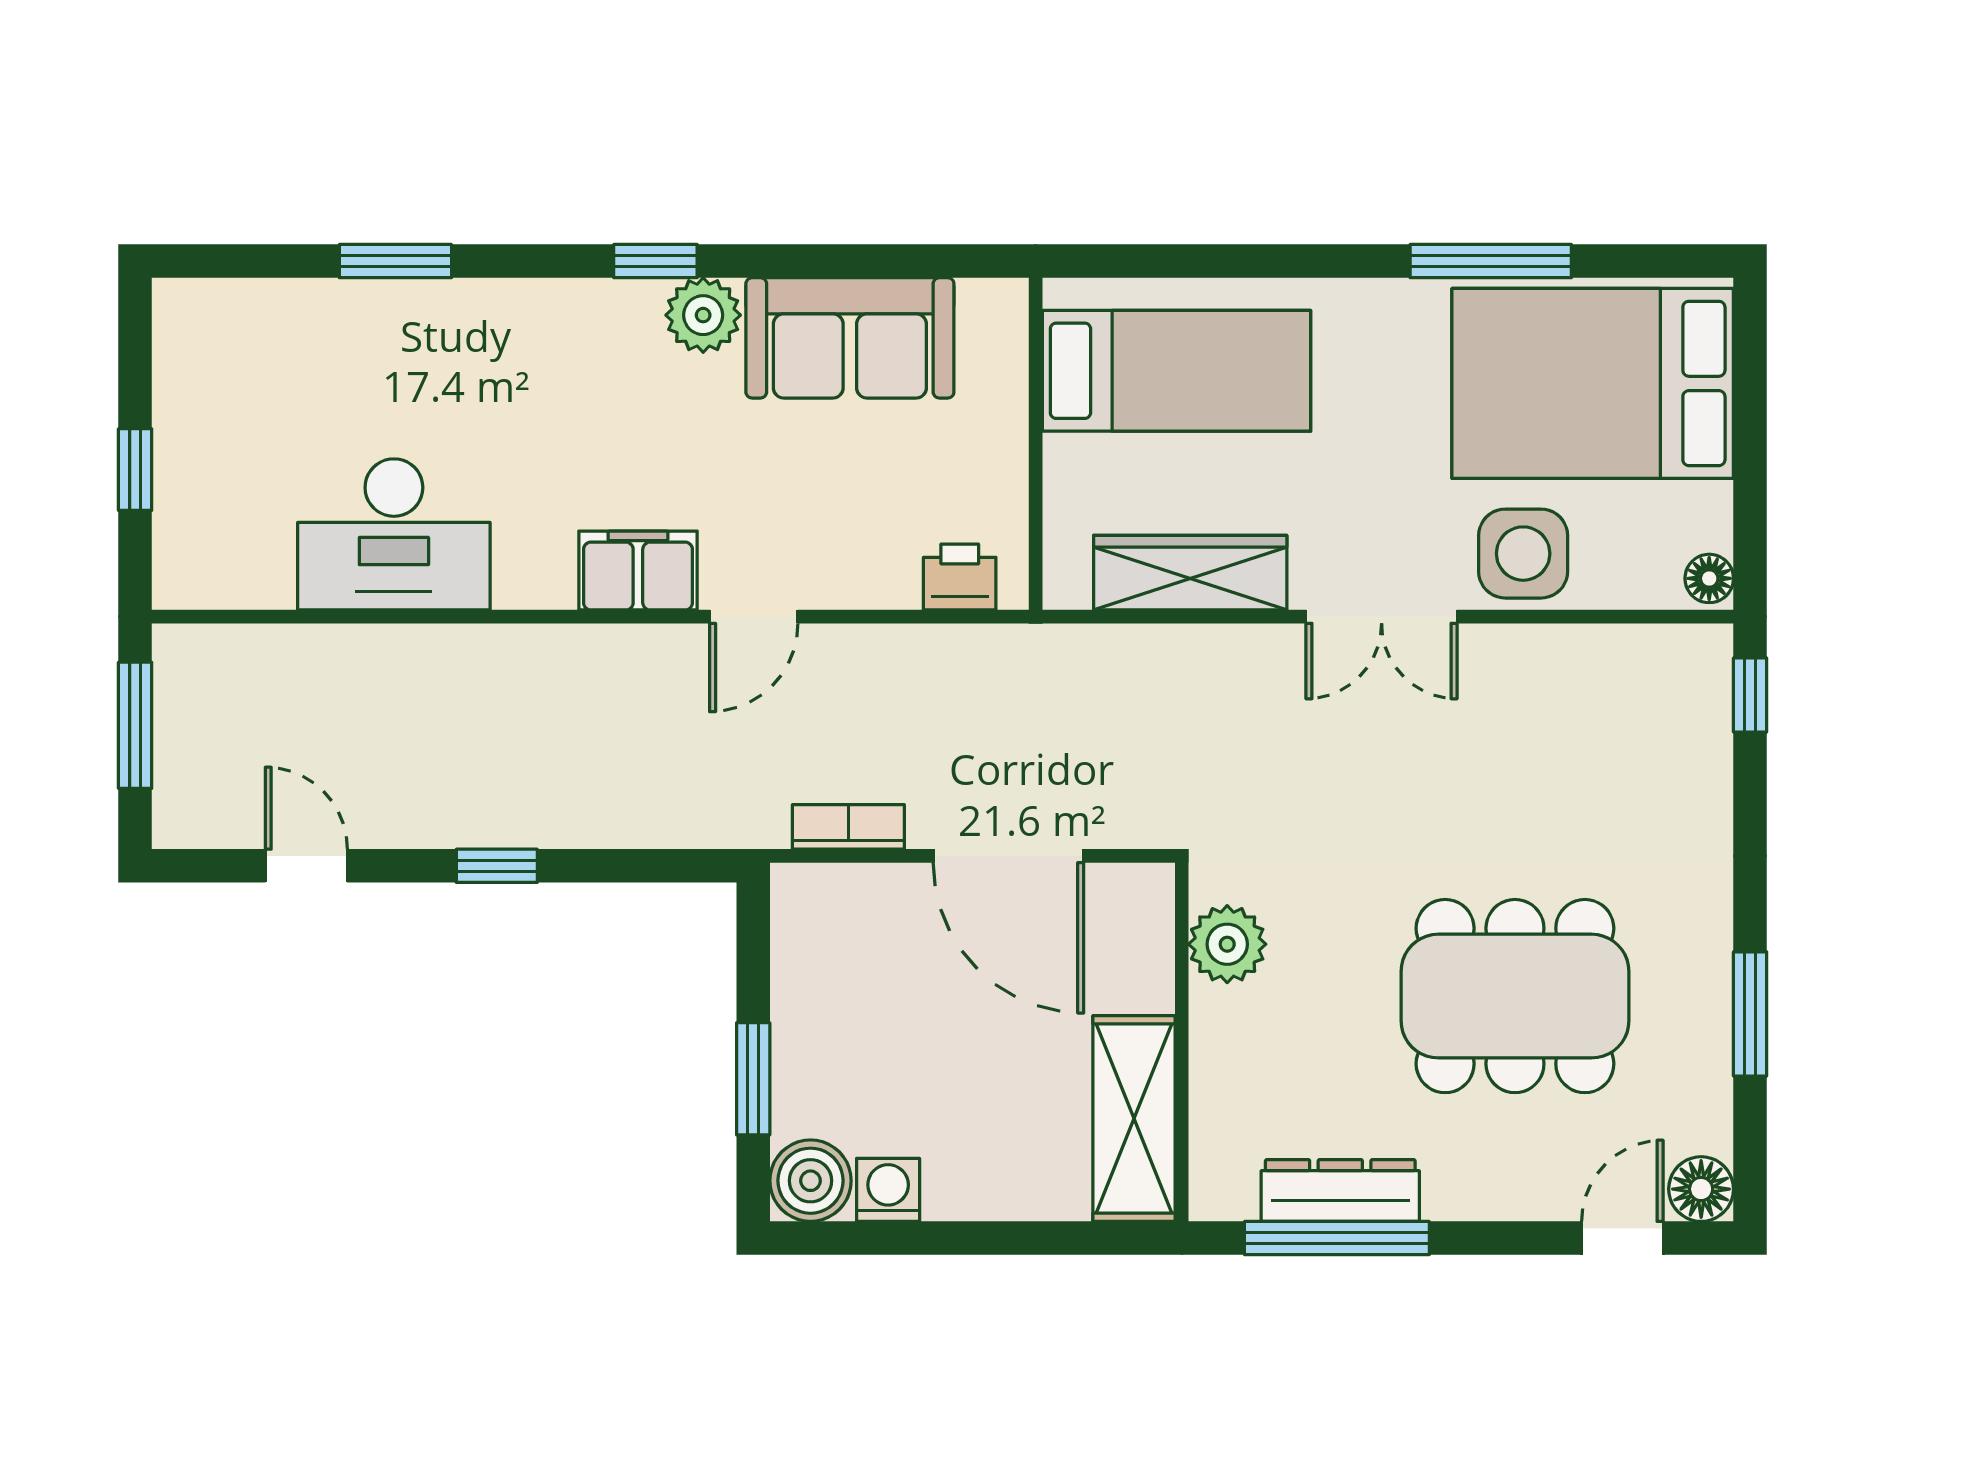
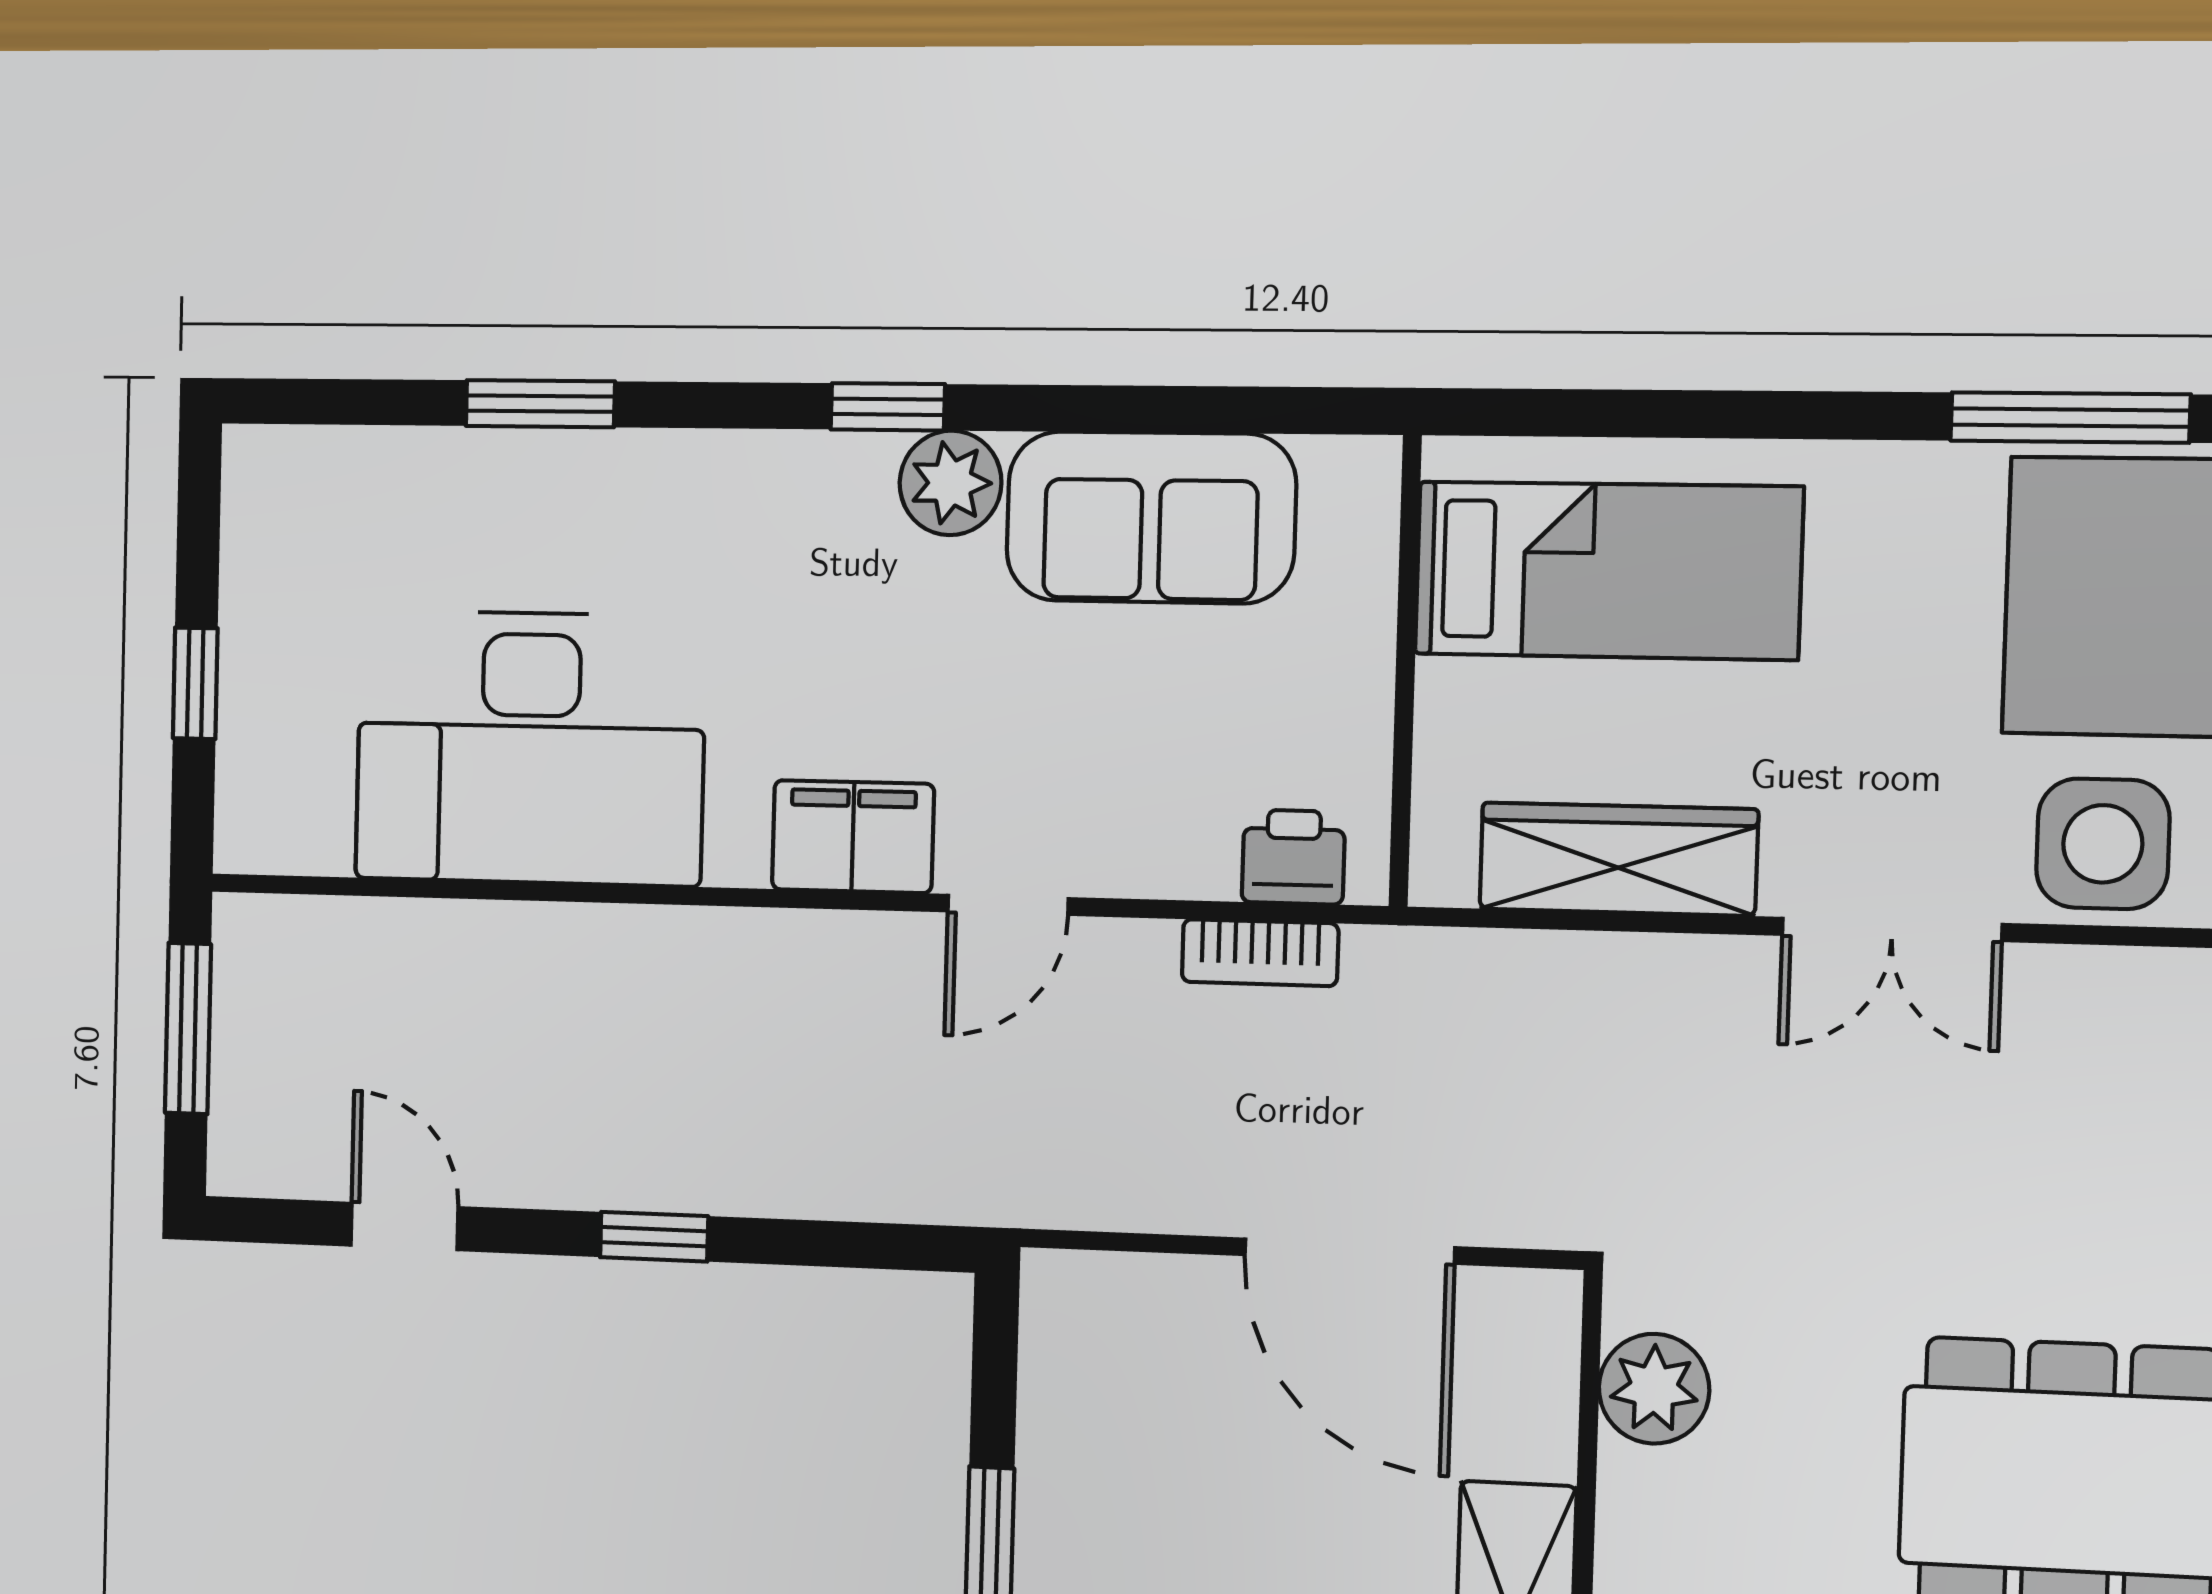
desk: (394, 534) -> (530, 748), width x1.36, depth x1.30
bookcase: (848, 827) -> (1260, 953), moved, turned 180

